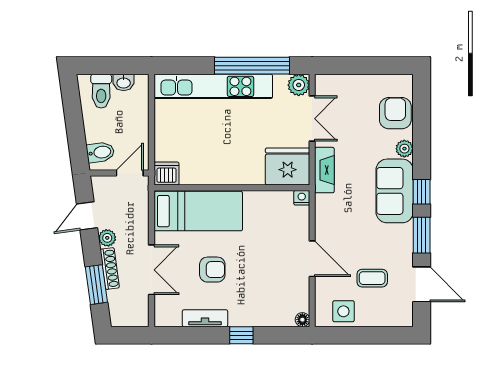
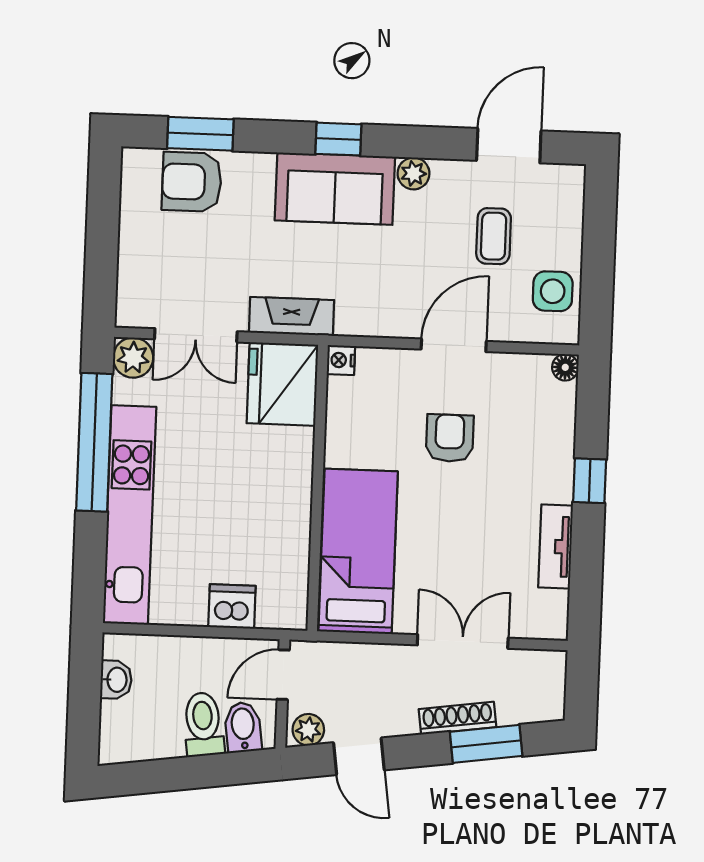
toilet: (101, 91) -> (203, 724), moved, turned -98
double door: (312, 119) -> (196, 335), swing flipped
plant: (404, 149) -> (414, 173), moved
door: (130, 173) -> (283, 675), hinge flipped
dishwasher: (166, 174) -> (232, 606), moved, turned 90
window: (422, 235) -> (200, 134), moved
plant: (107, 238) -> (308, 730), moved
armchair: (212, 270) -> (450, 438), moved

